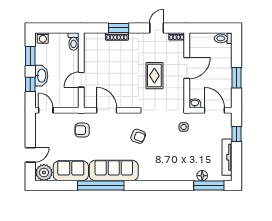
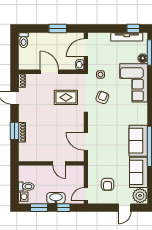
toilet: (74, 41) -> (26, 186), moved
rug: (154, 76) -> (66, 97), moved
door: (107, 110) -> (86, 141), hinge flipped
armchair: (82, 130) -> (108, 184), moved
window: (237, 134) -> (133, 29), moved
armchair: (138, 136) -> (102, 97), moved
door: (30, 155) -> (125, 208), swing flipped
corner sofa: (174, 165) -> (134, 83), added
sofa: (114, 170) -> (138, 141), width x0.73

